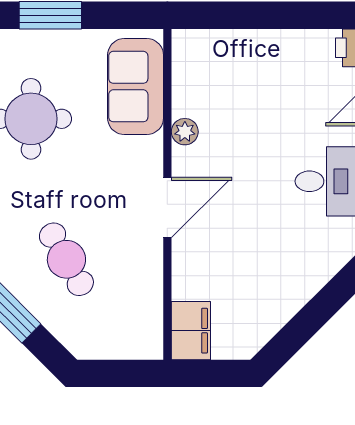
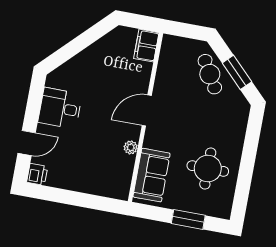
cafe table: (66, 259) -> (210, 74), moved

